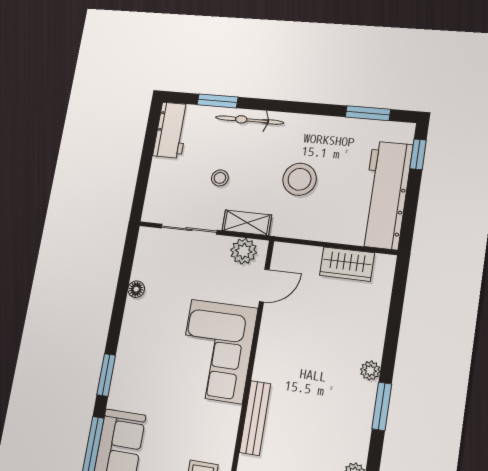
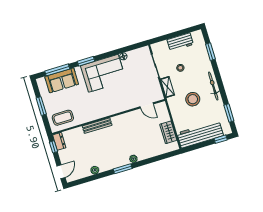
bicycle: (249, 120) -> (213, 86), moved
workbench: (171, 130) -> (180, 42), moved
plant: (244, 251) -> (156, 91), removed
corner sofa: (217, 351) -> (103, 73), moved, turned 180

